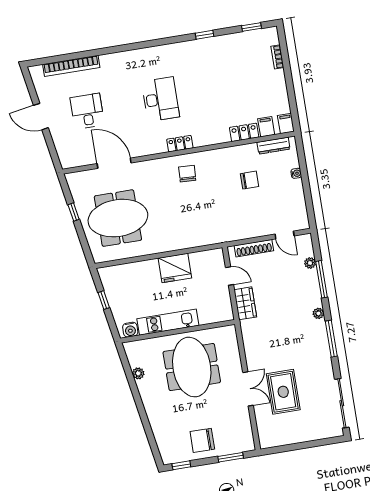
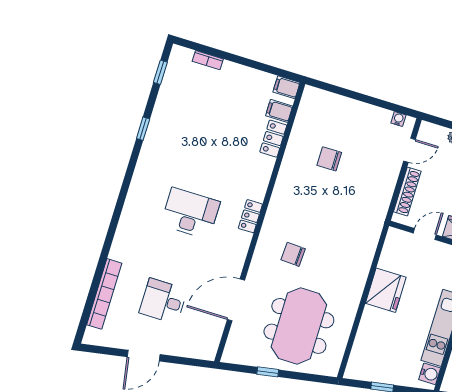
dresser: (273, 146) -> (304, 113), removed
water cooler: (296, 173) -> (398, 119), moved
chair: (187, 174) -> (293, 254), moved
chair: (249, 180) -> (329, 159), turned -90

